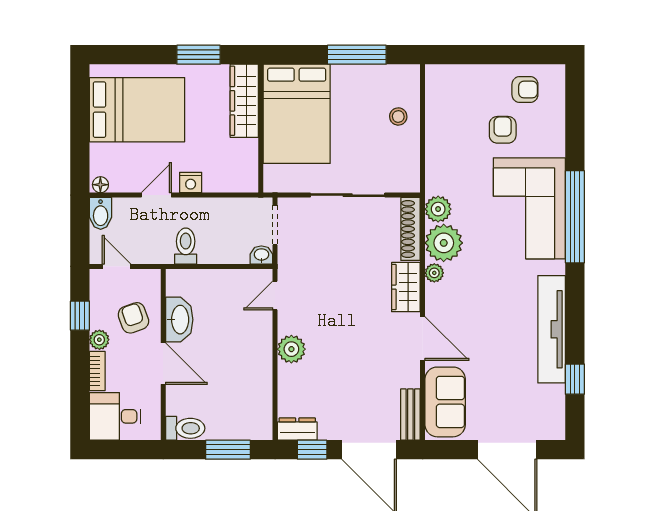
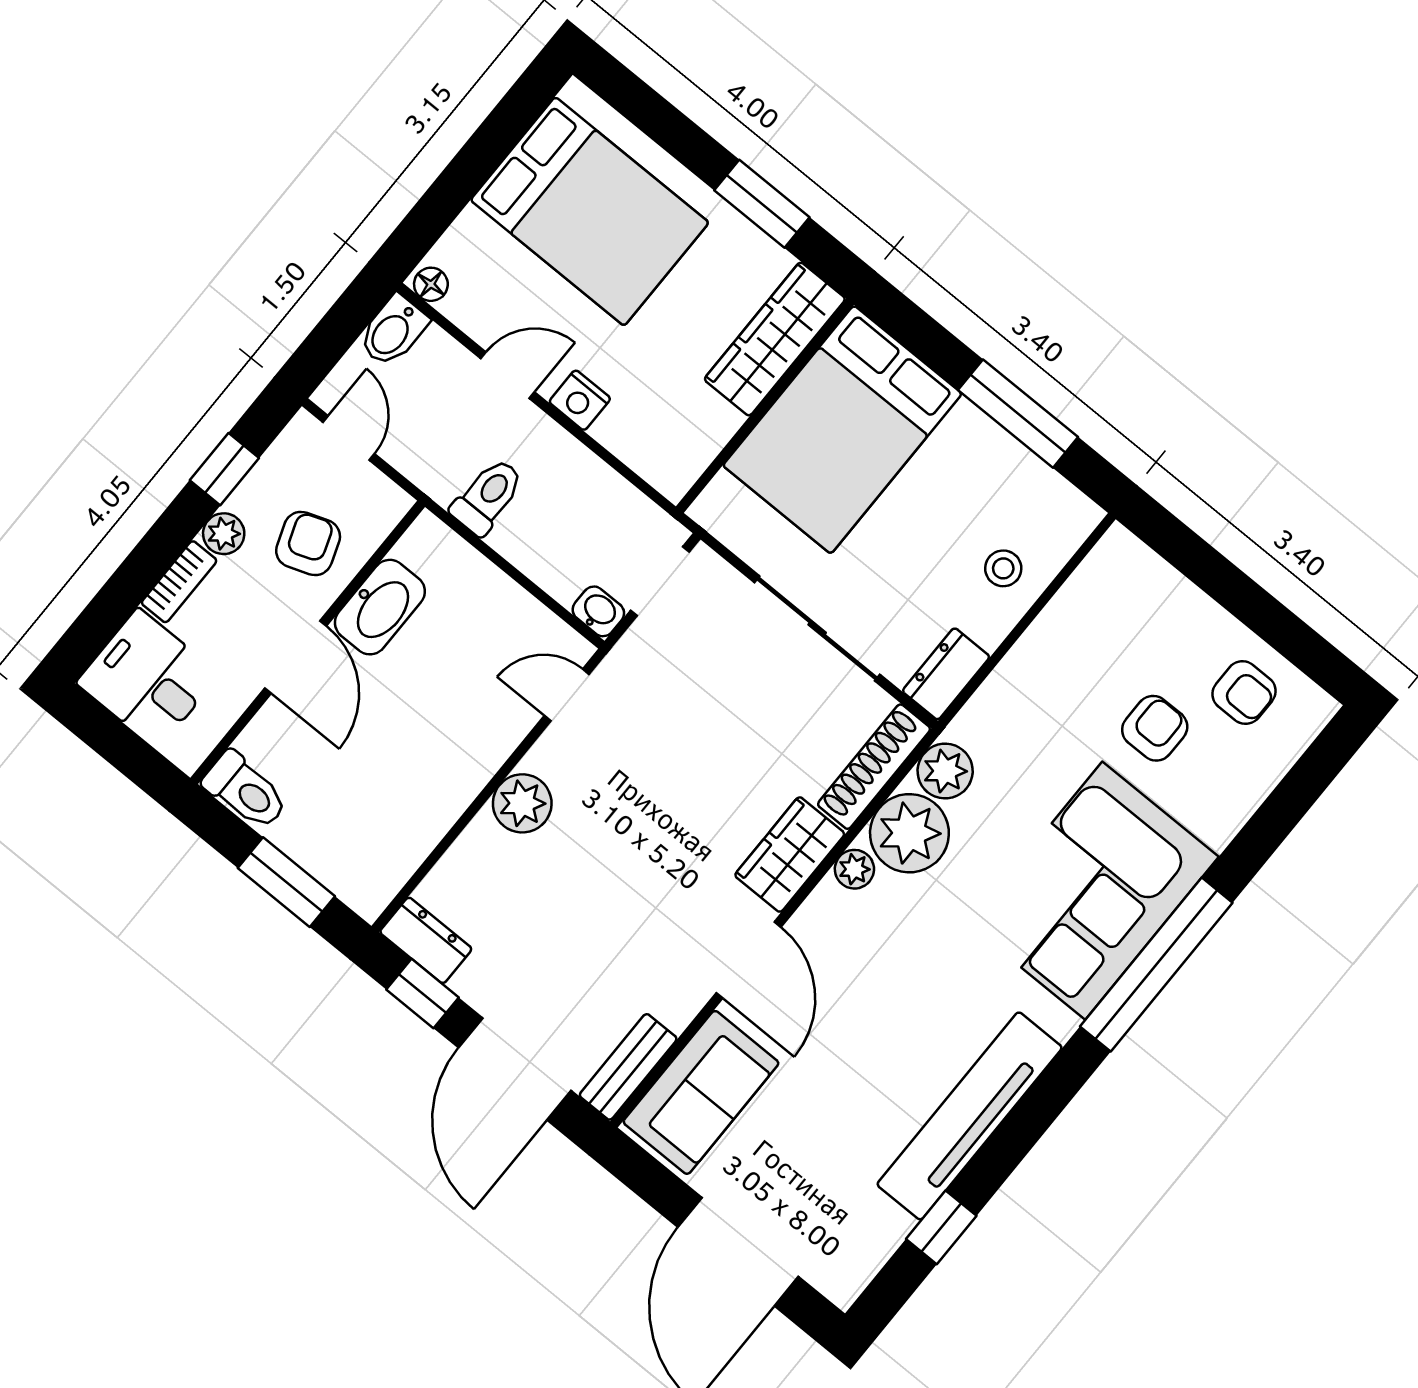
dresser: (409, 173) -> (946, 674), added

